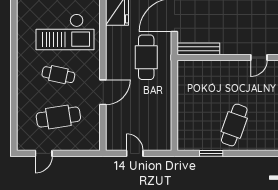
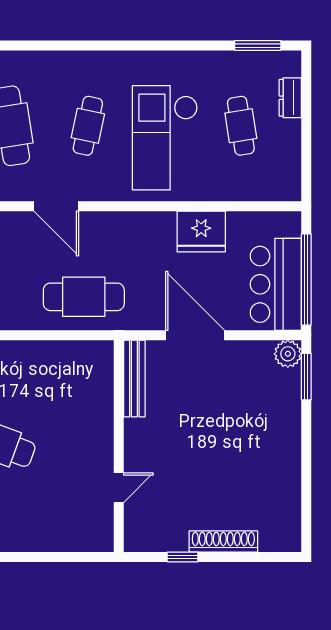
cafe table: (146, 57) -> (84, 297), moved
door: (259, 58) -> (119, 488), swing flipped

